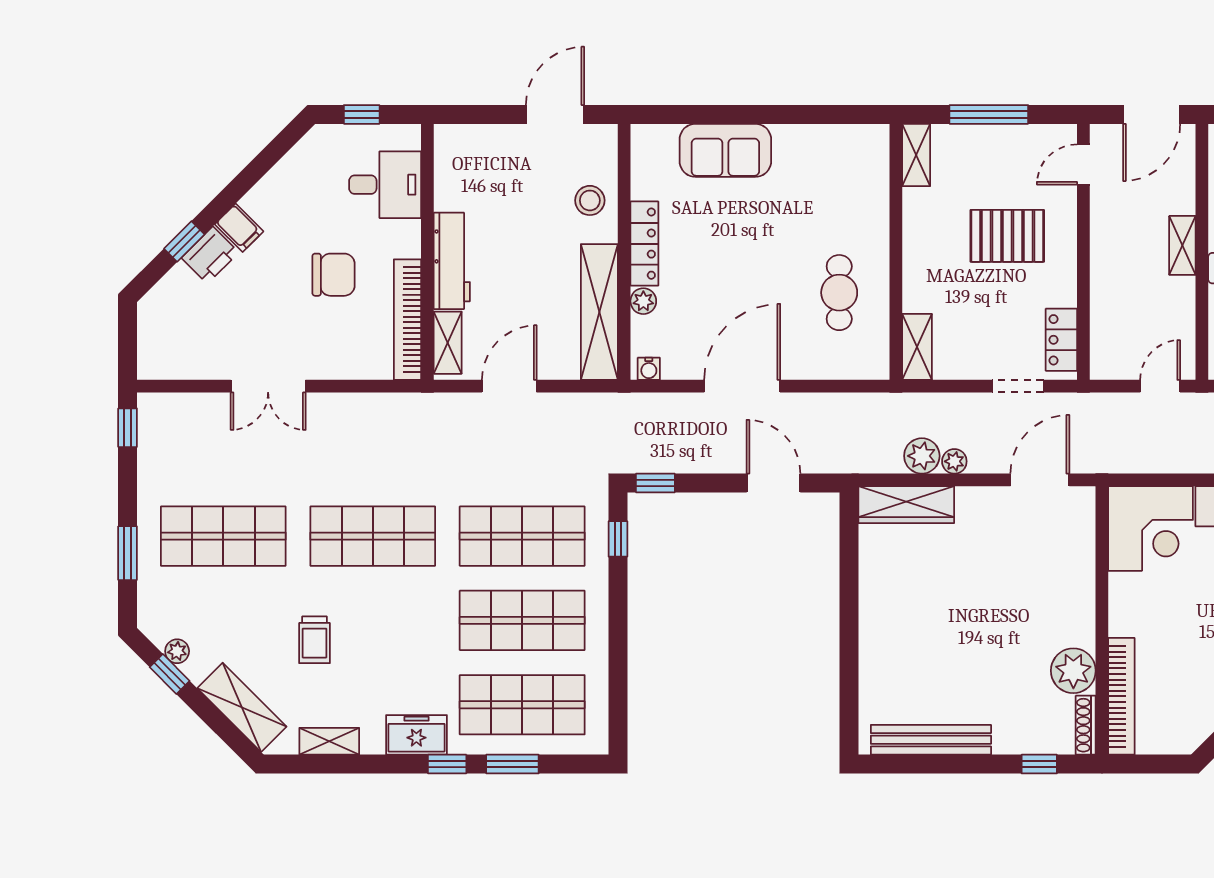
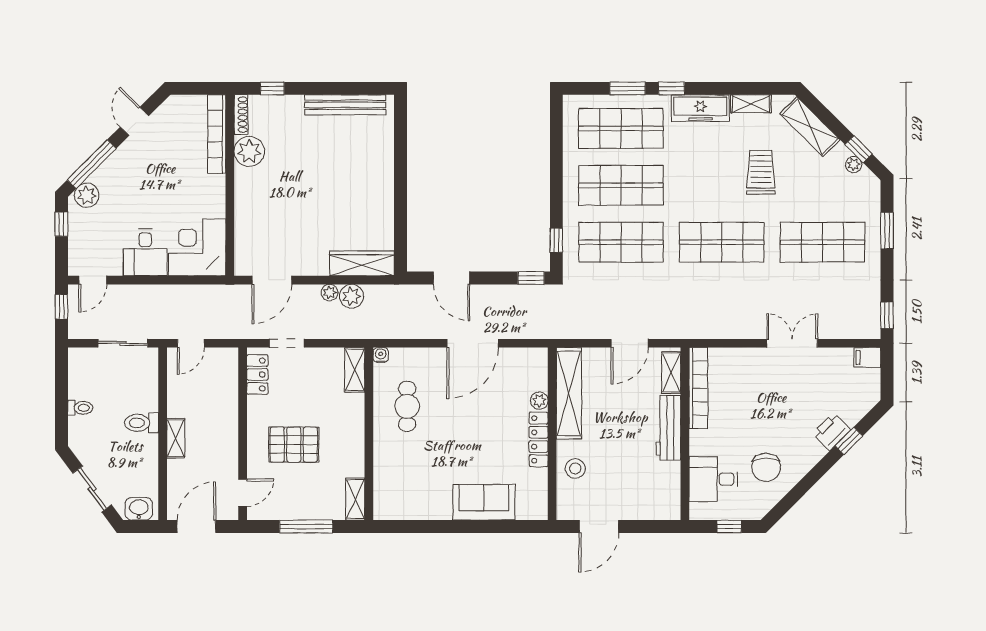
filing cabinet: (239, 228) -> (867, 357), moved, turned -45
chair: (334, 275) -> (766, 467), moved, turned -90
water cooler: (649, 369) -> (381, 355), moved
trolley: (315, 640) -> (761, 172), width x1.36, depth x1.39
freezer: (416, 735) -> (700, 108), width x1.40

